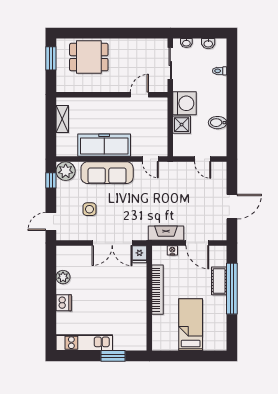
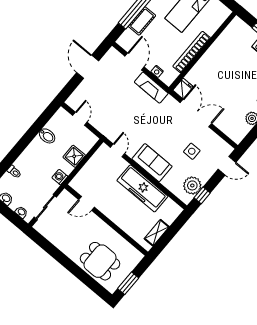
washing machine: (184, 103) -> (60, 177), width x0.53, depth x0.53
plant: (66, 171) -> (192, 185), moved
sofa: (107, 173) -> (152, 163), width x0.73
door: (232, 207) -> (88, 67), hinge flipped

